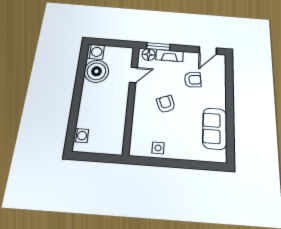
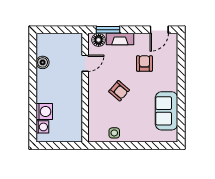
washing machine: (95, 52) -> (44, 112), moved
boiler: (96, 71) -> (43, 62), width x0.54, depth x0.54
armchair: (193, 80) -> (144, 64), turned -84
armchair: (166, 104) -> (119, 91), turned 152

